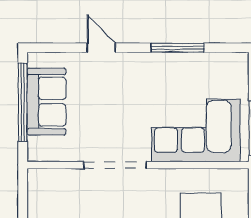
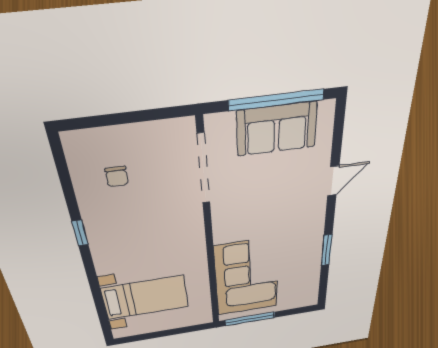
window: (177, 48) -> (327, 250), width x0.69
doorway: (115, 165) -> (203, 169), moved

